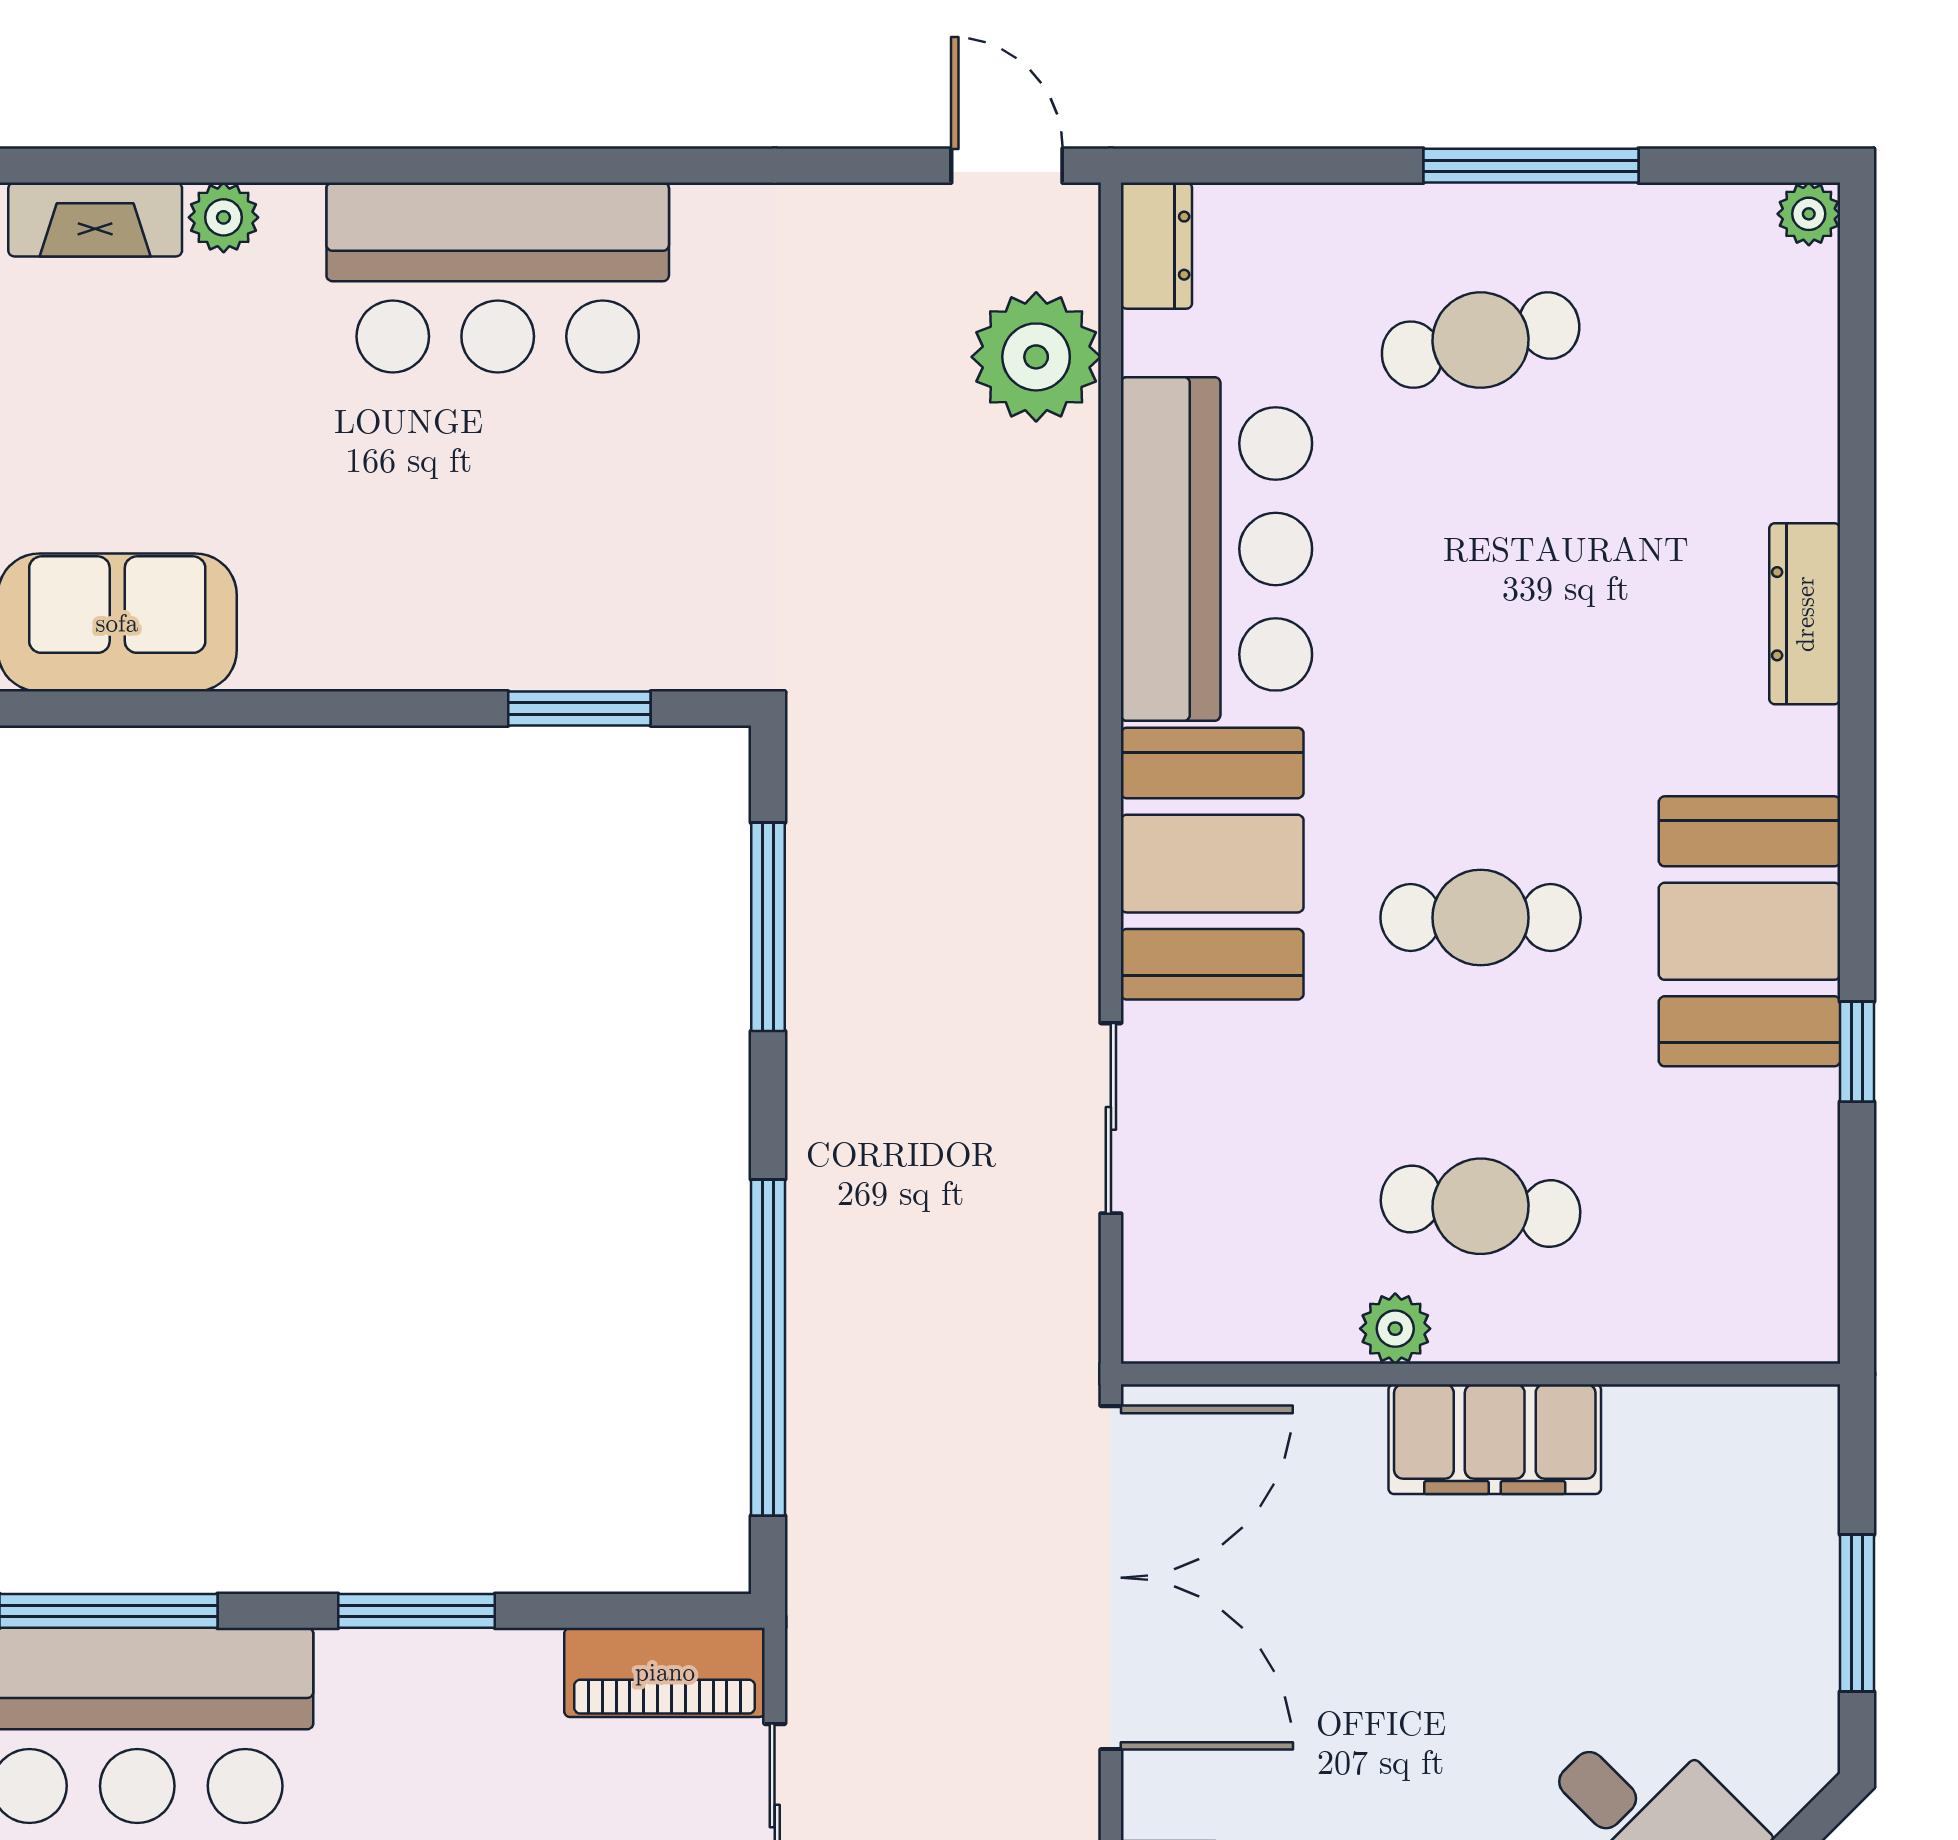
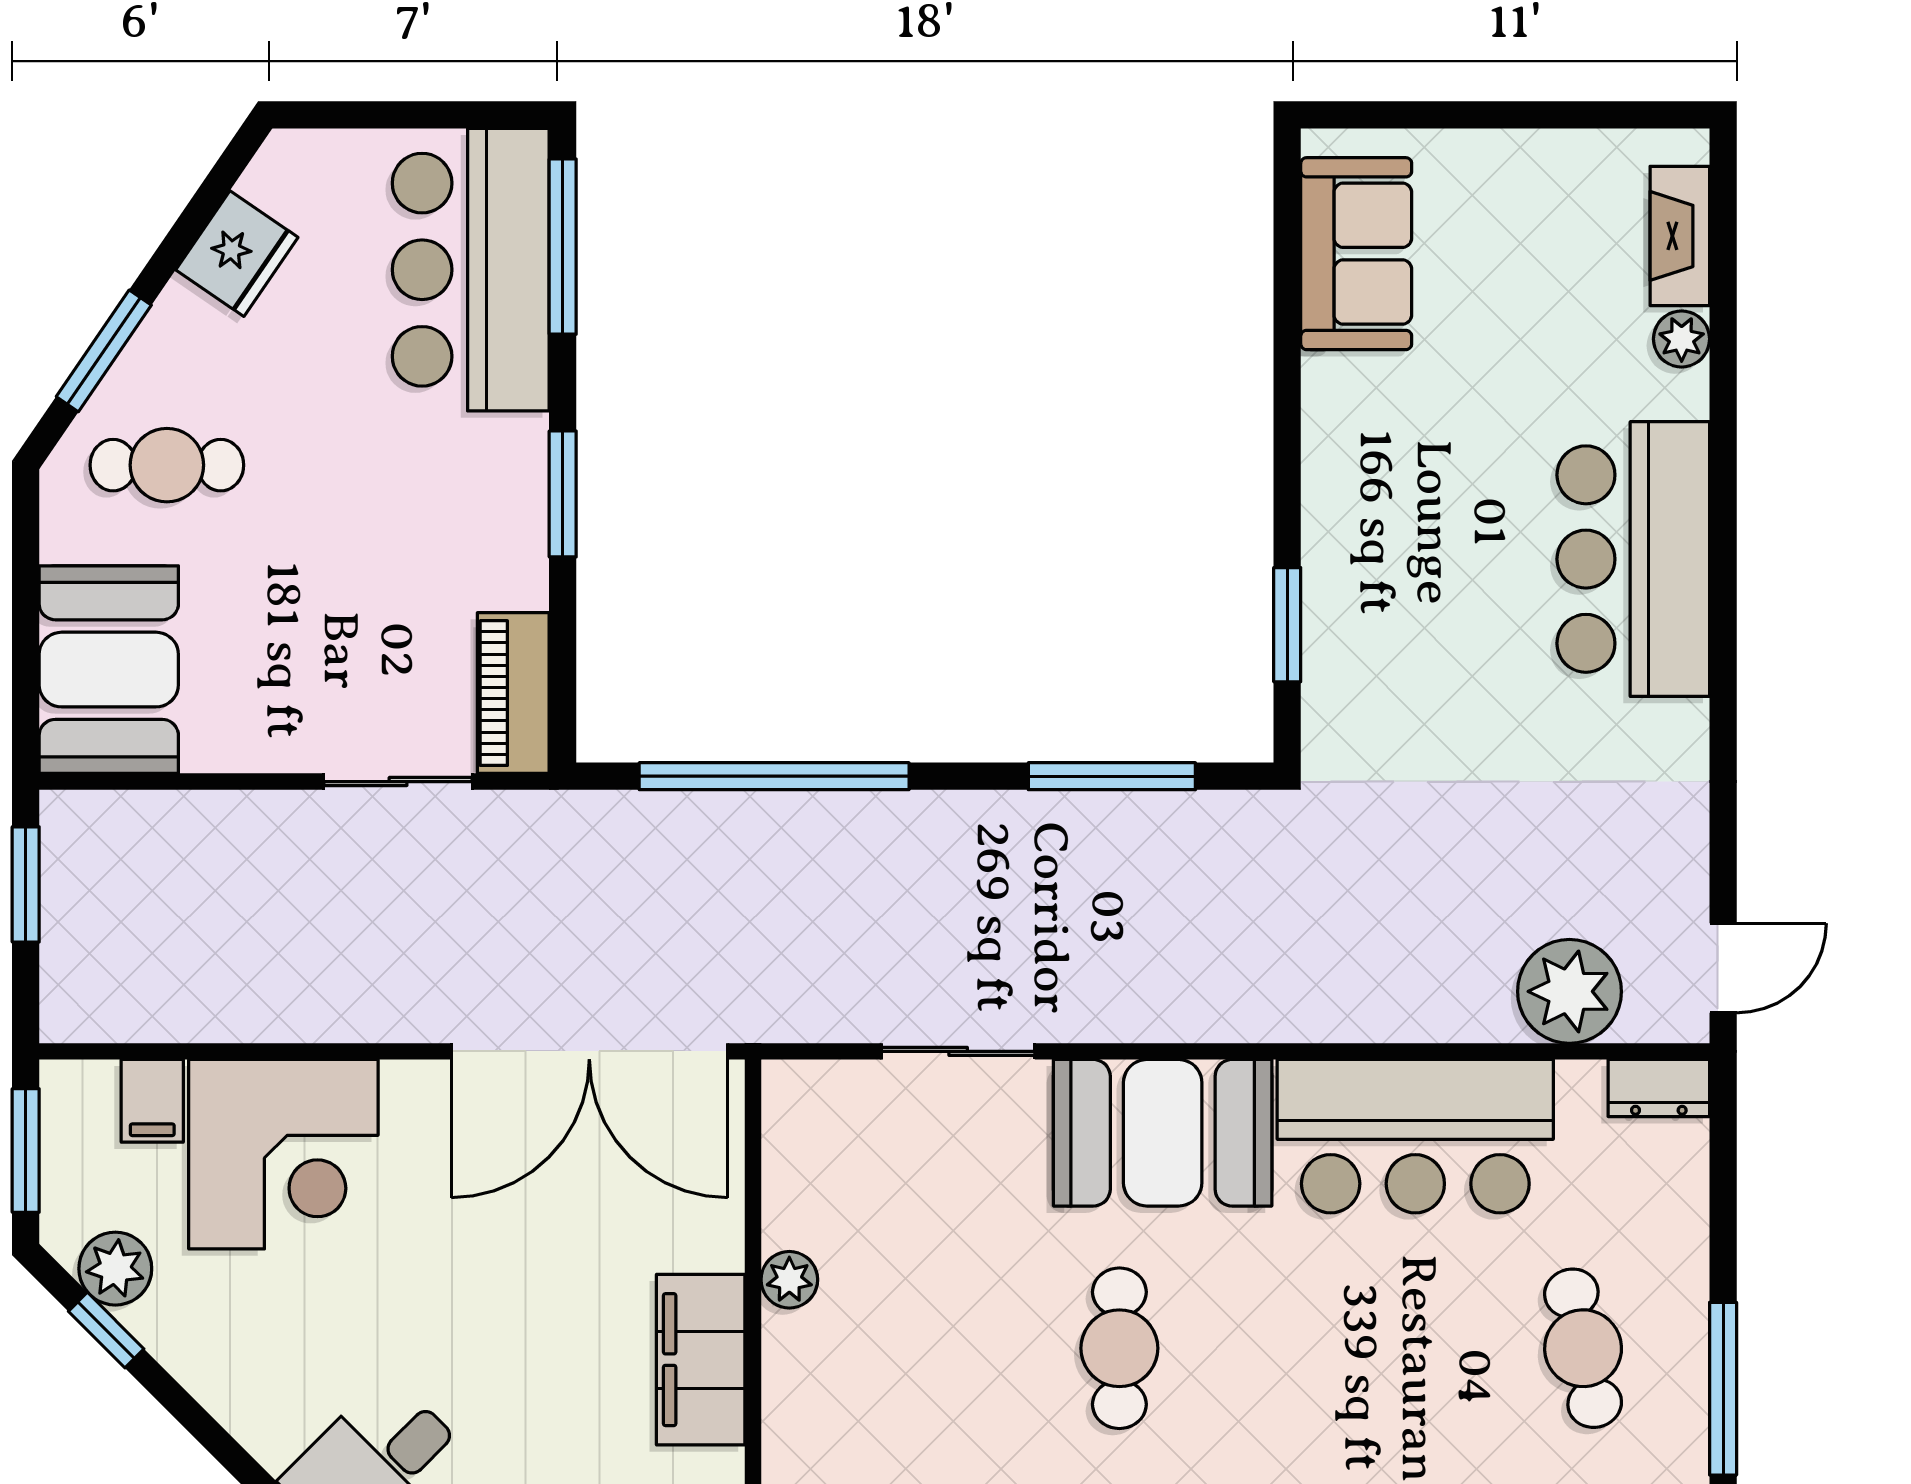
cafe table: (1481, 1206) -> (888, 1348), removed

